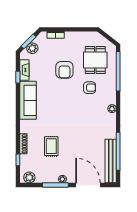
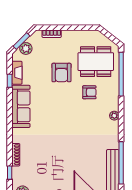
dining table: (95, 60) -> (96, 62), width x1.37
rug: (51, 146) -> (47, 157), removed

